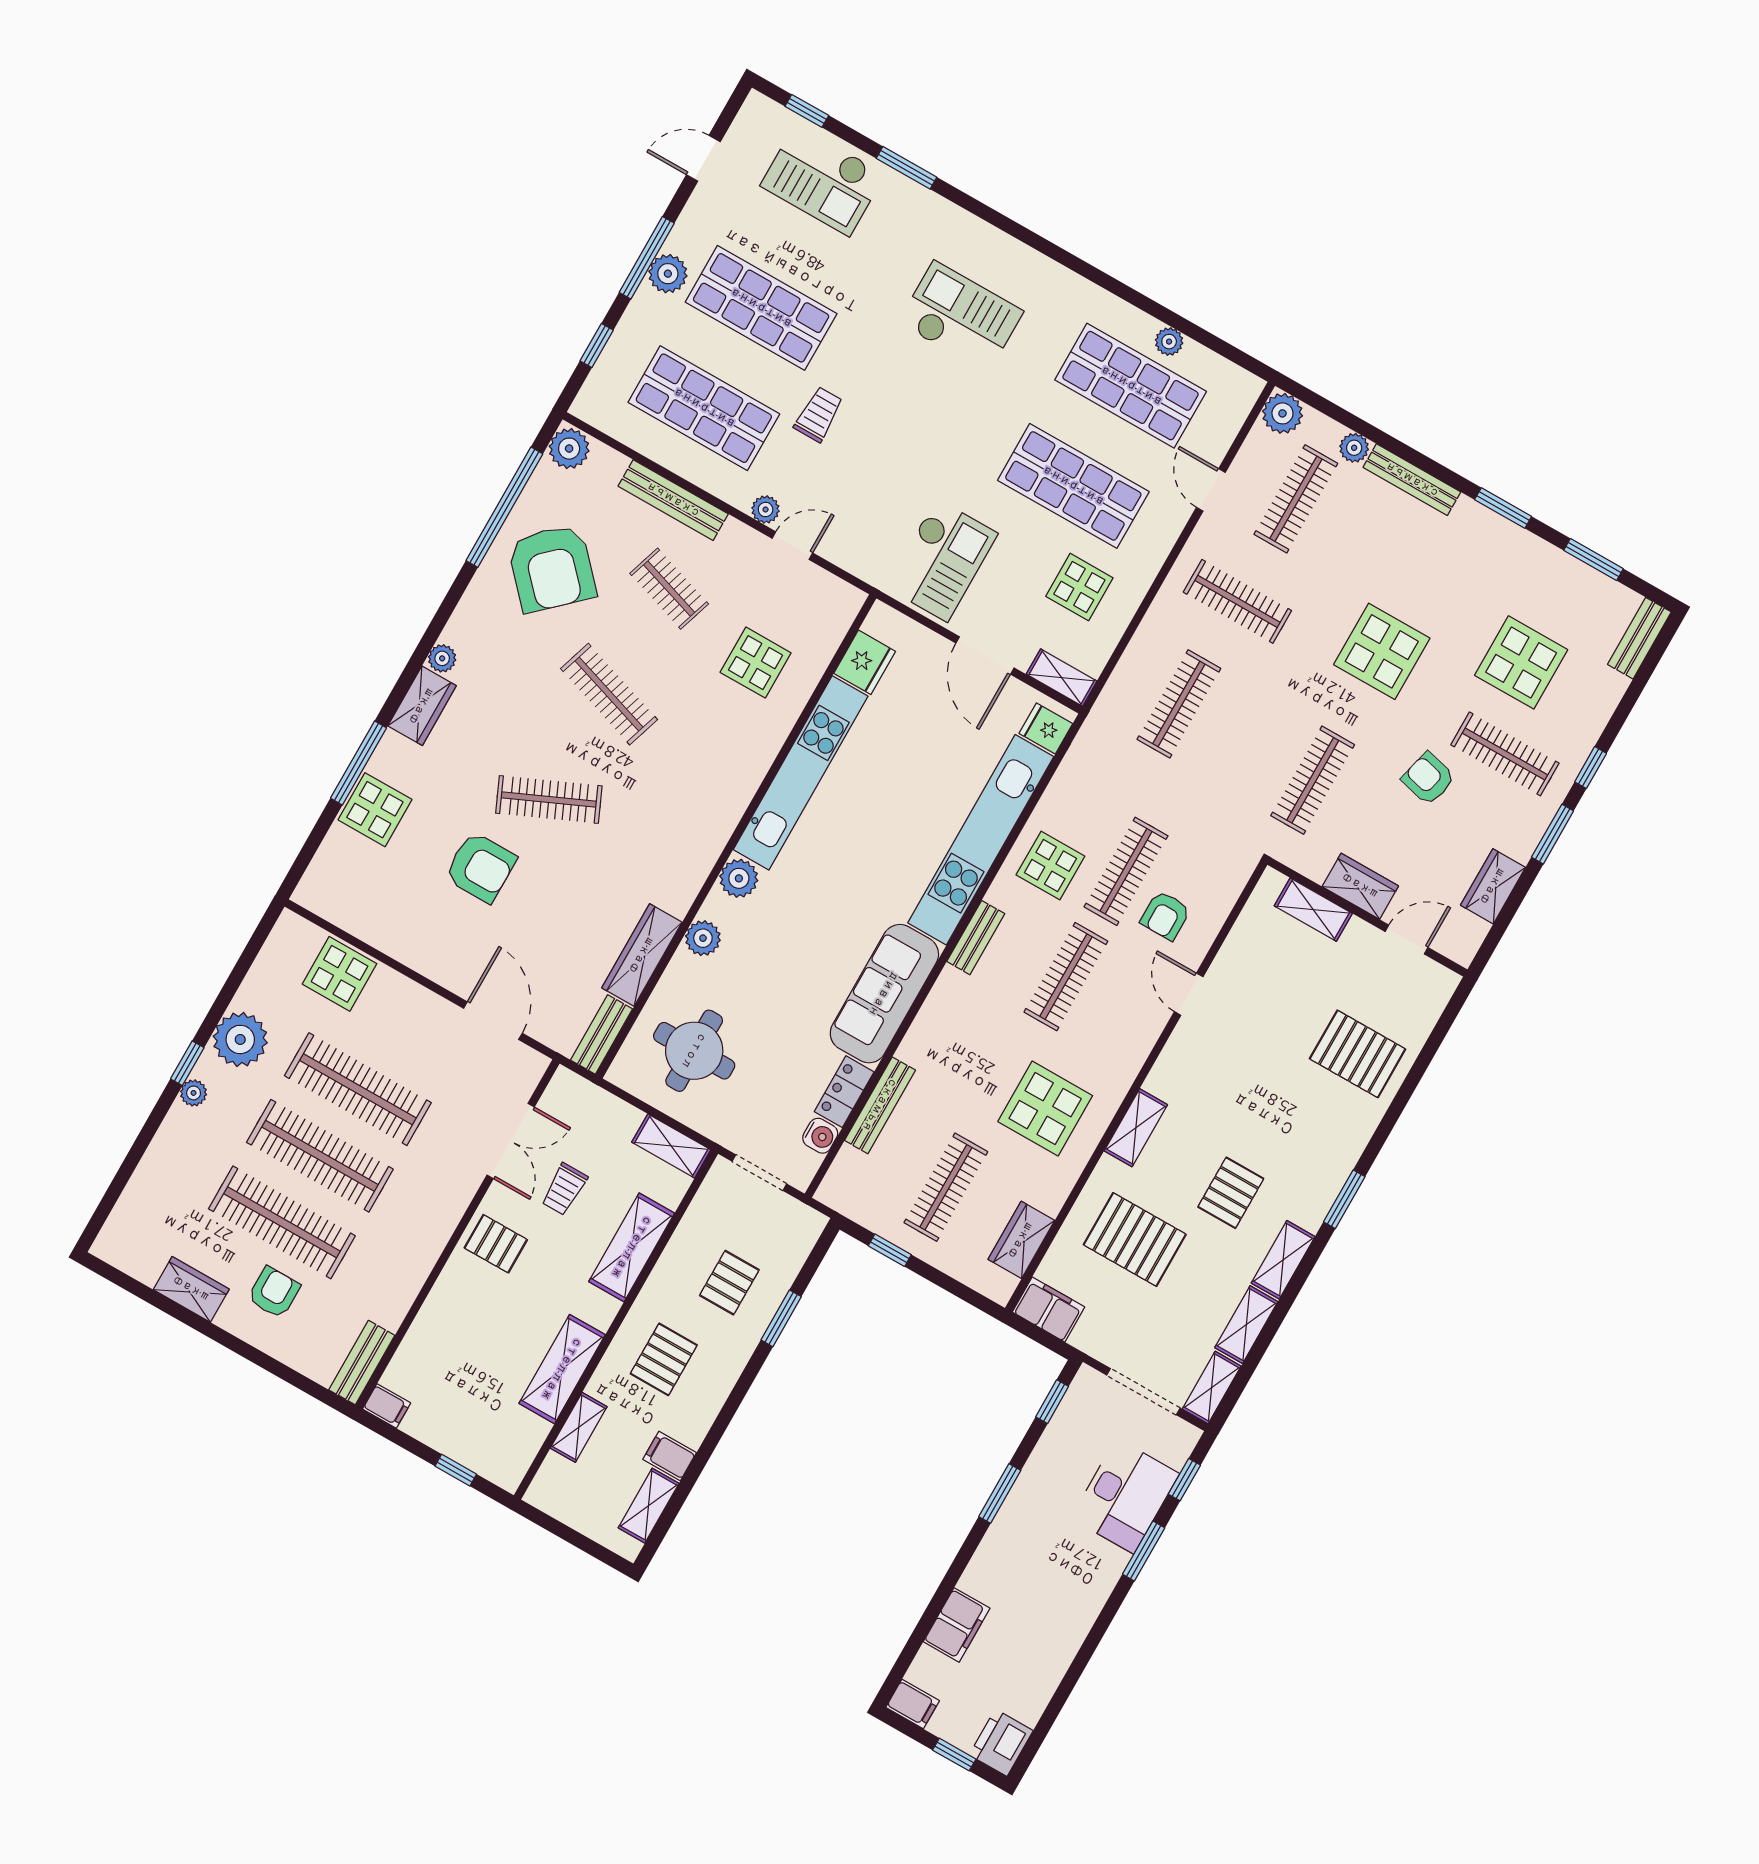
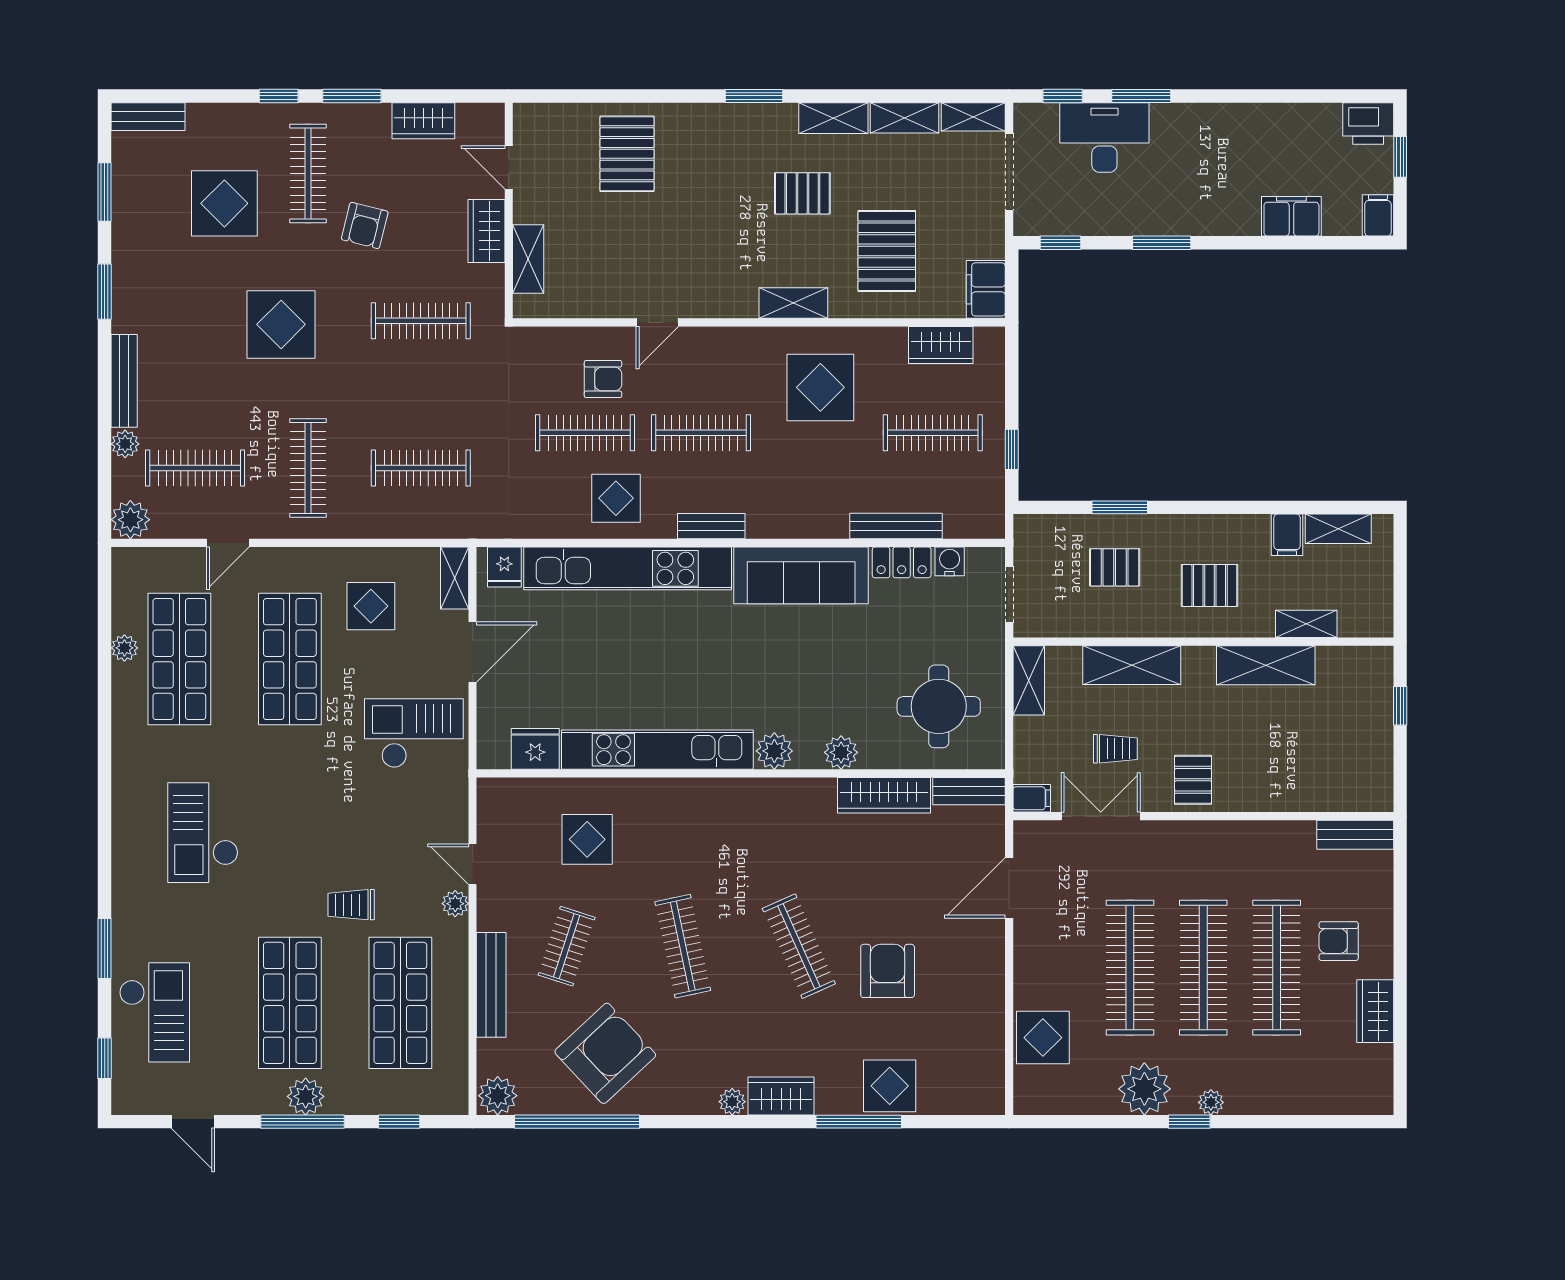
clothes rail: (609, 694) -> (683, 946), turned -30
filing cabinet: (387, 1406) -> (1032, 798), moved, turned 90

